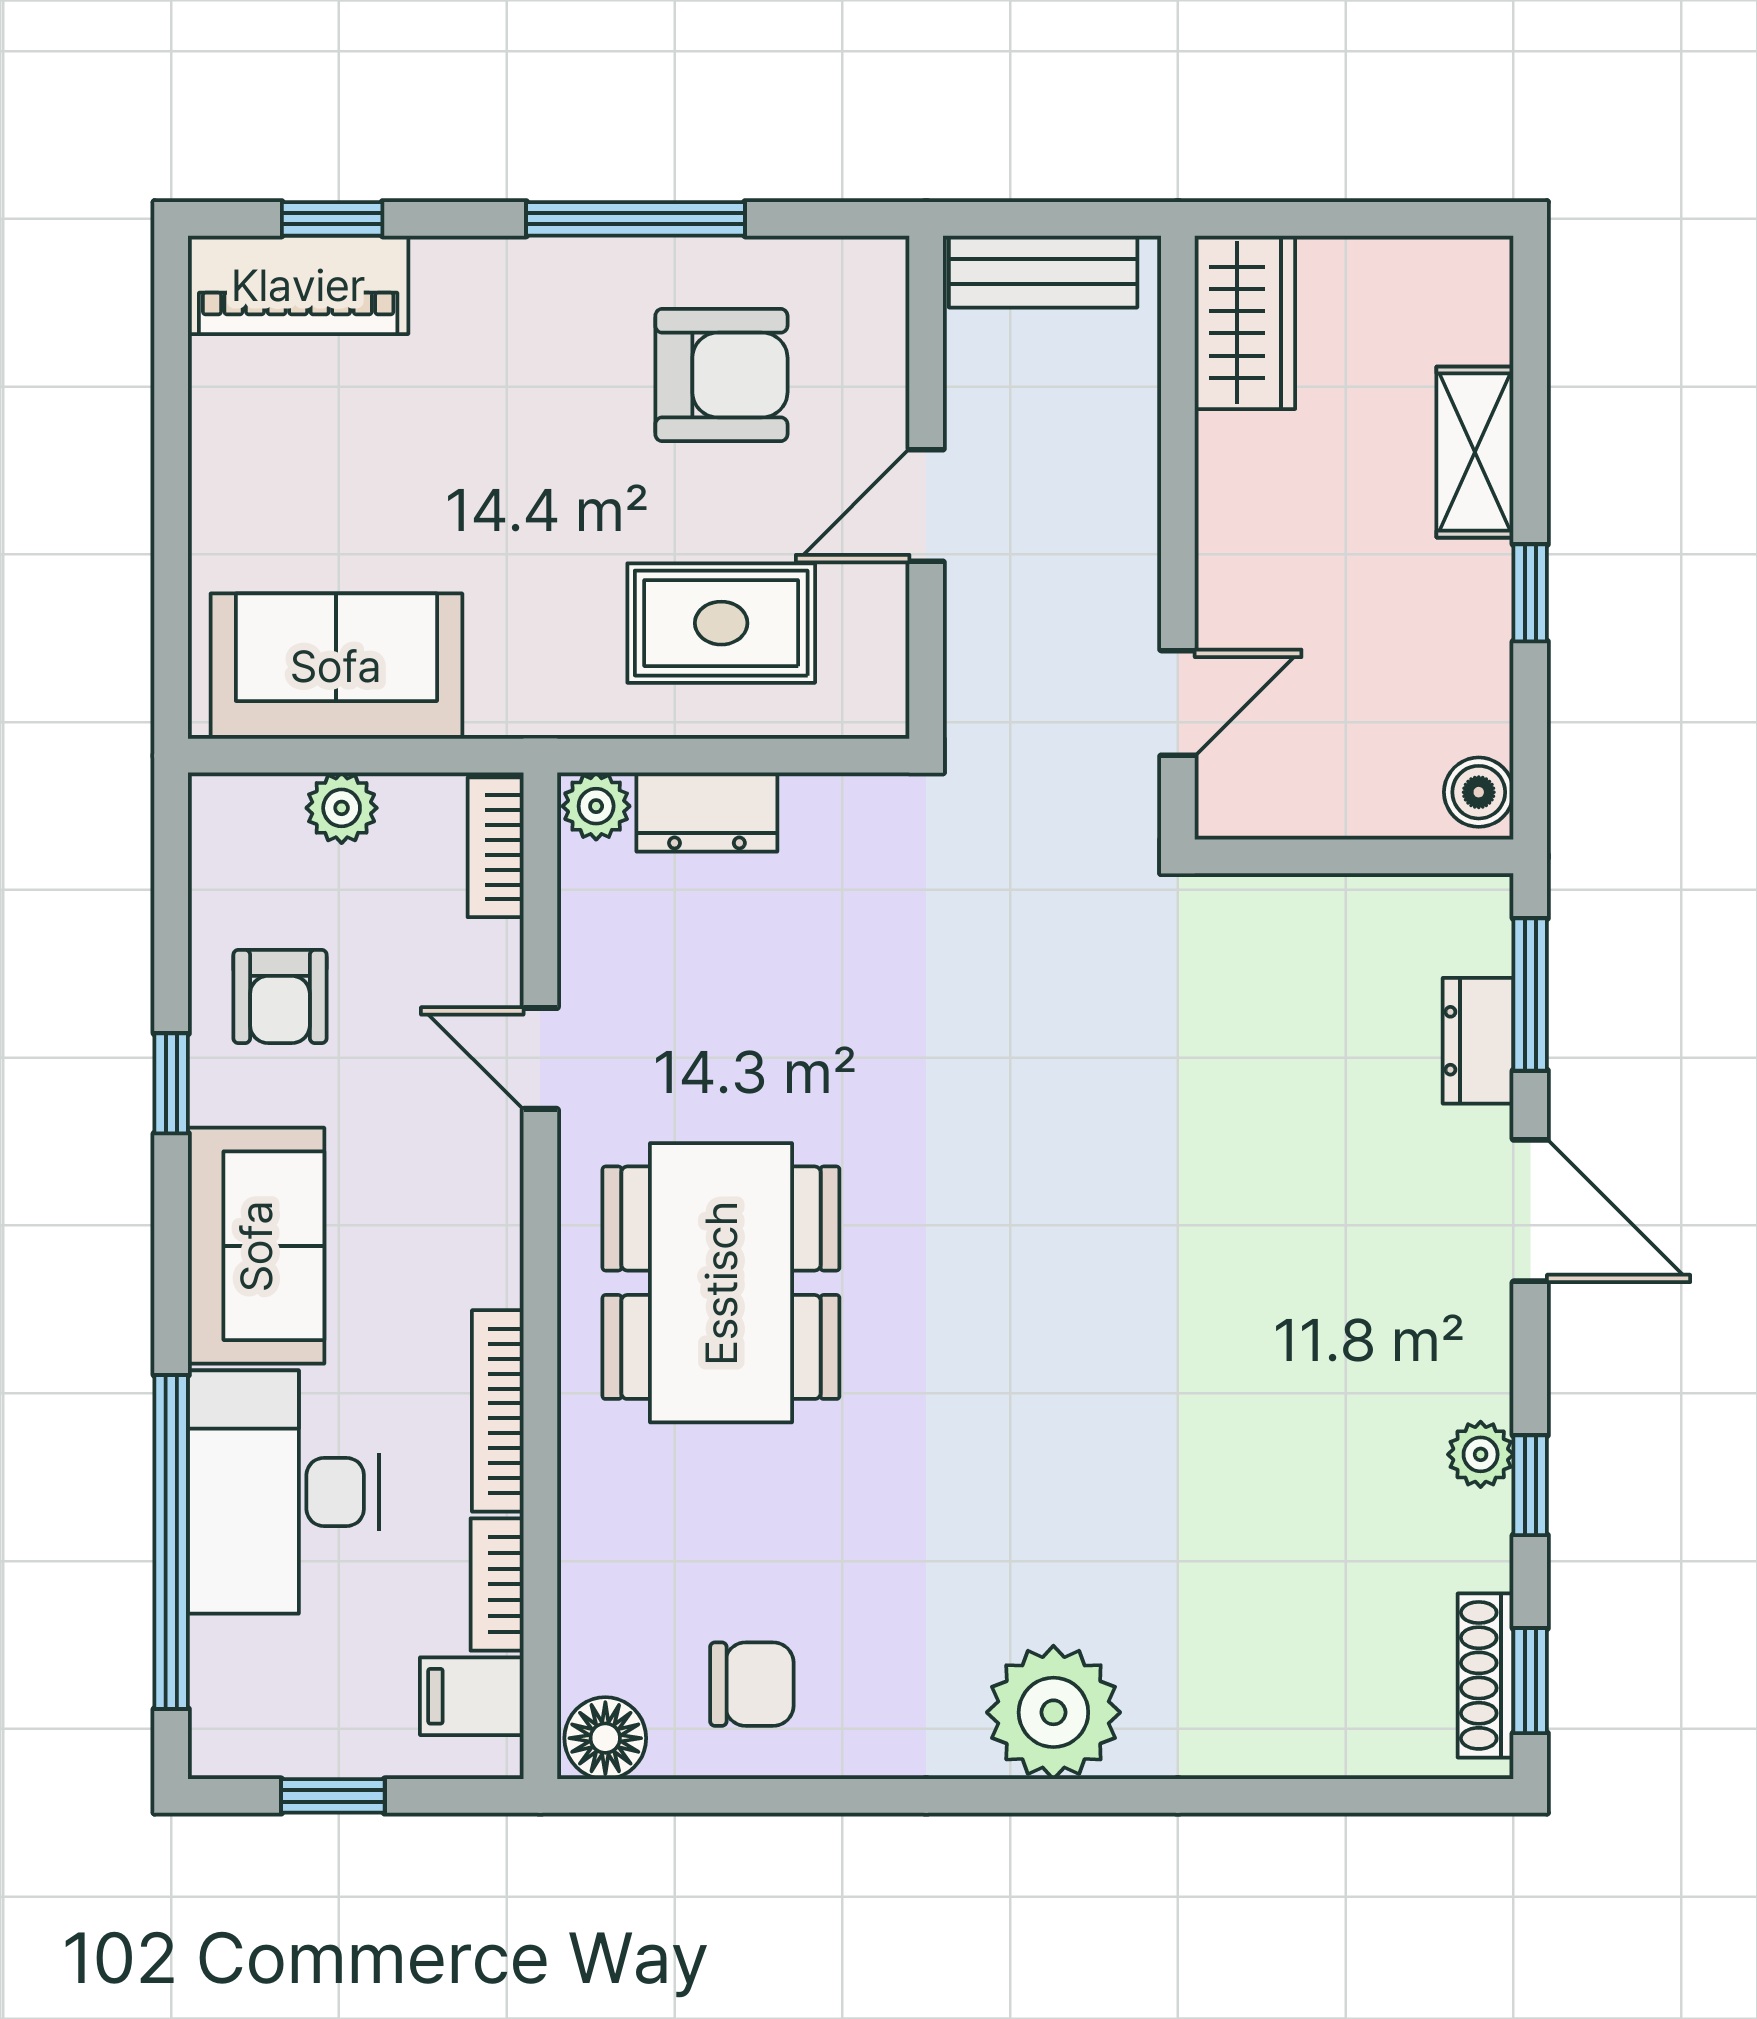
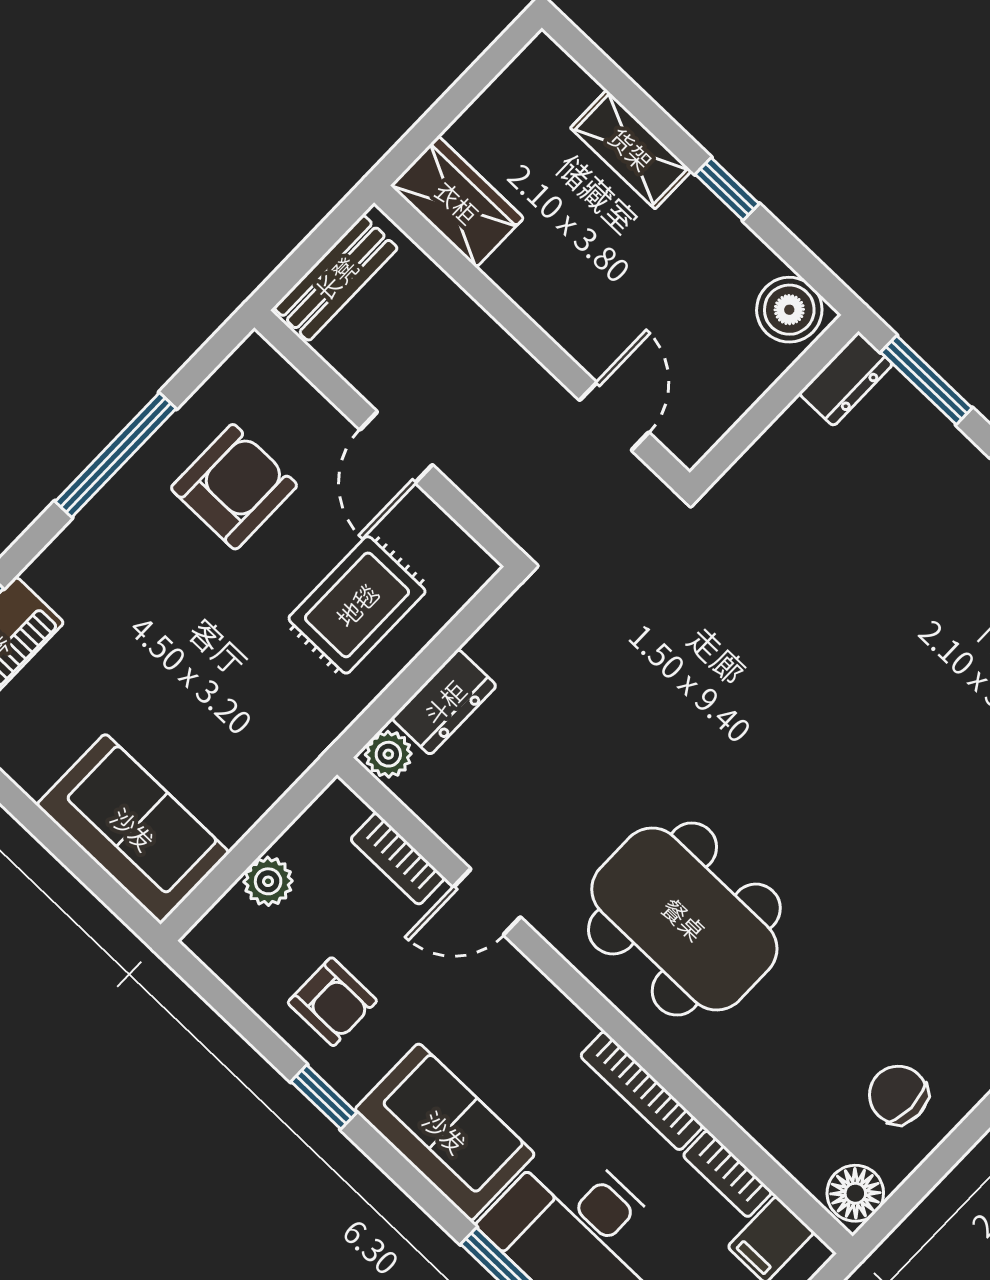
sofa: (336, 666) -> (133, 829), moved, turned 90
boiler: (1479, 792) -> (789, 310), width x1.36, depth x1.36
bookcase: (496, 847) -> (398, 859), moved
dresser: (1478, 1041) -> (846, 379), moved, turned -90
chair: (752, 1684) -> (898, 1095), turned -90

